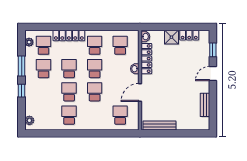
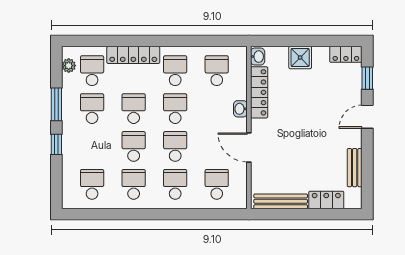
locker: (189, 35) -> (346, 54), moved
door: (140, 92) -> (249, 147), hinge flipped
school desk: (43, 115) -> (92, 184), added
school desk: (95, 115) -> (175, 184), added
plant: (29, 120) -> (69, 193), removed
locker: (188, 125) -> (326, 200), added

